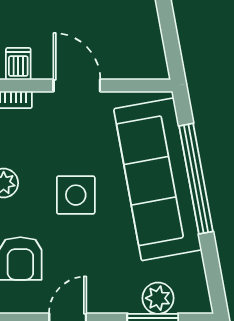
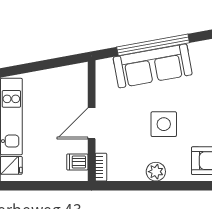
sofa: (158, 179) -> (153, 66), width x0.74, depth x0.79

